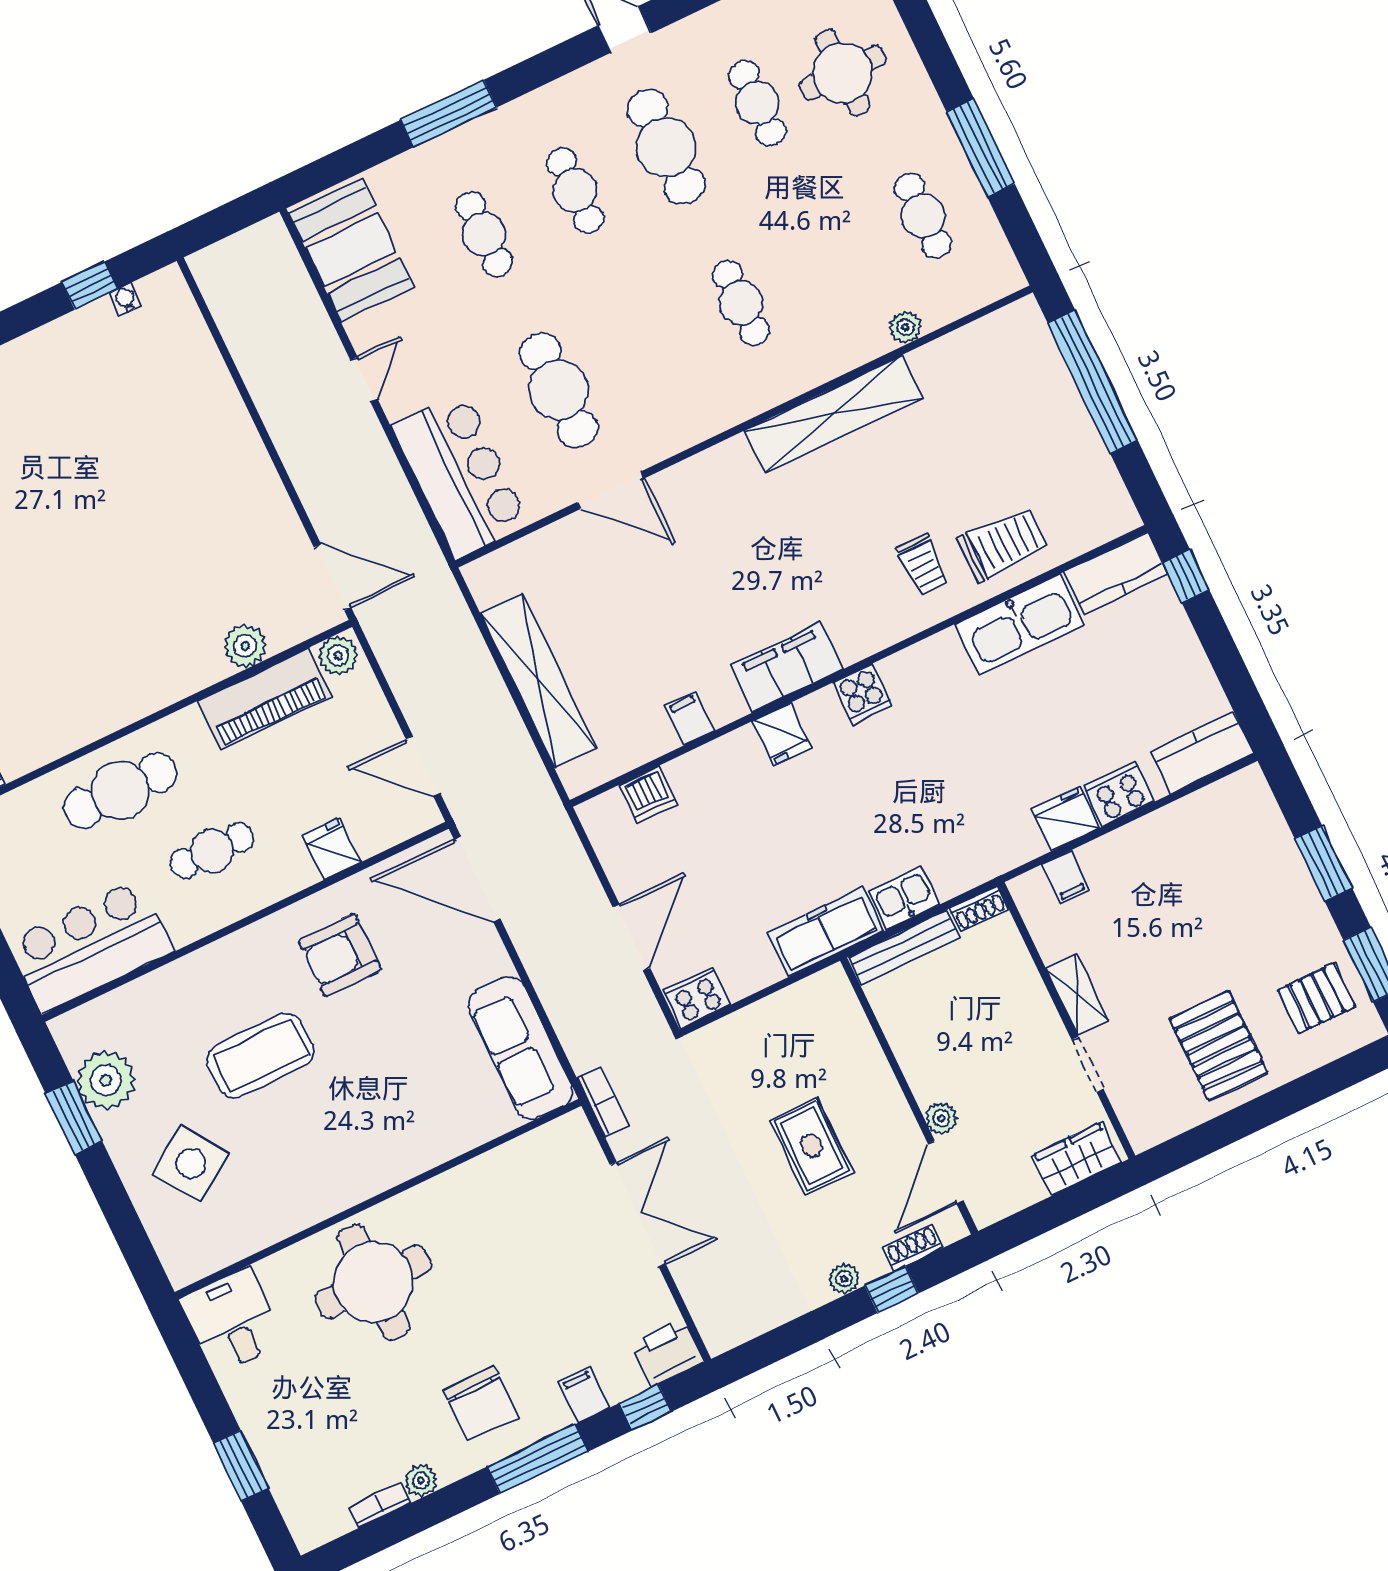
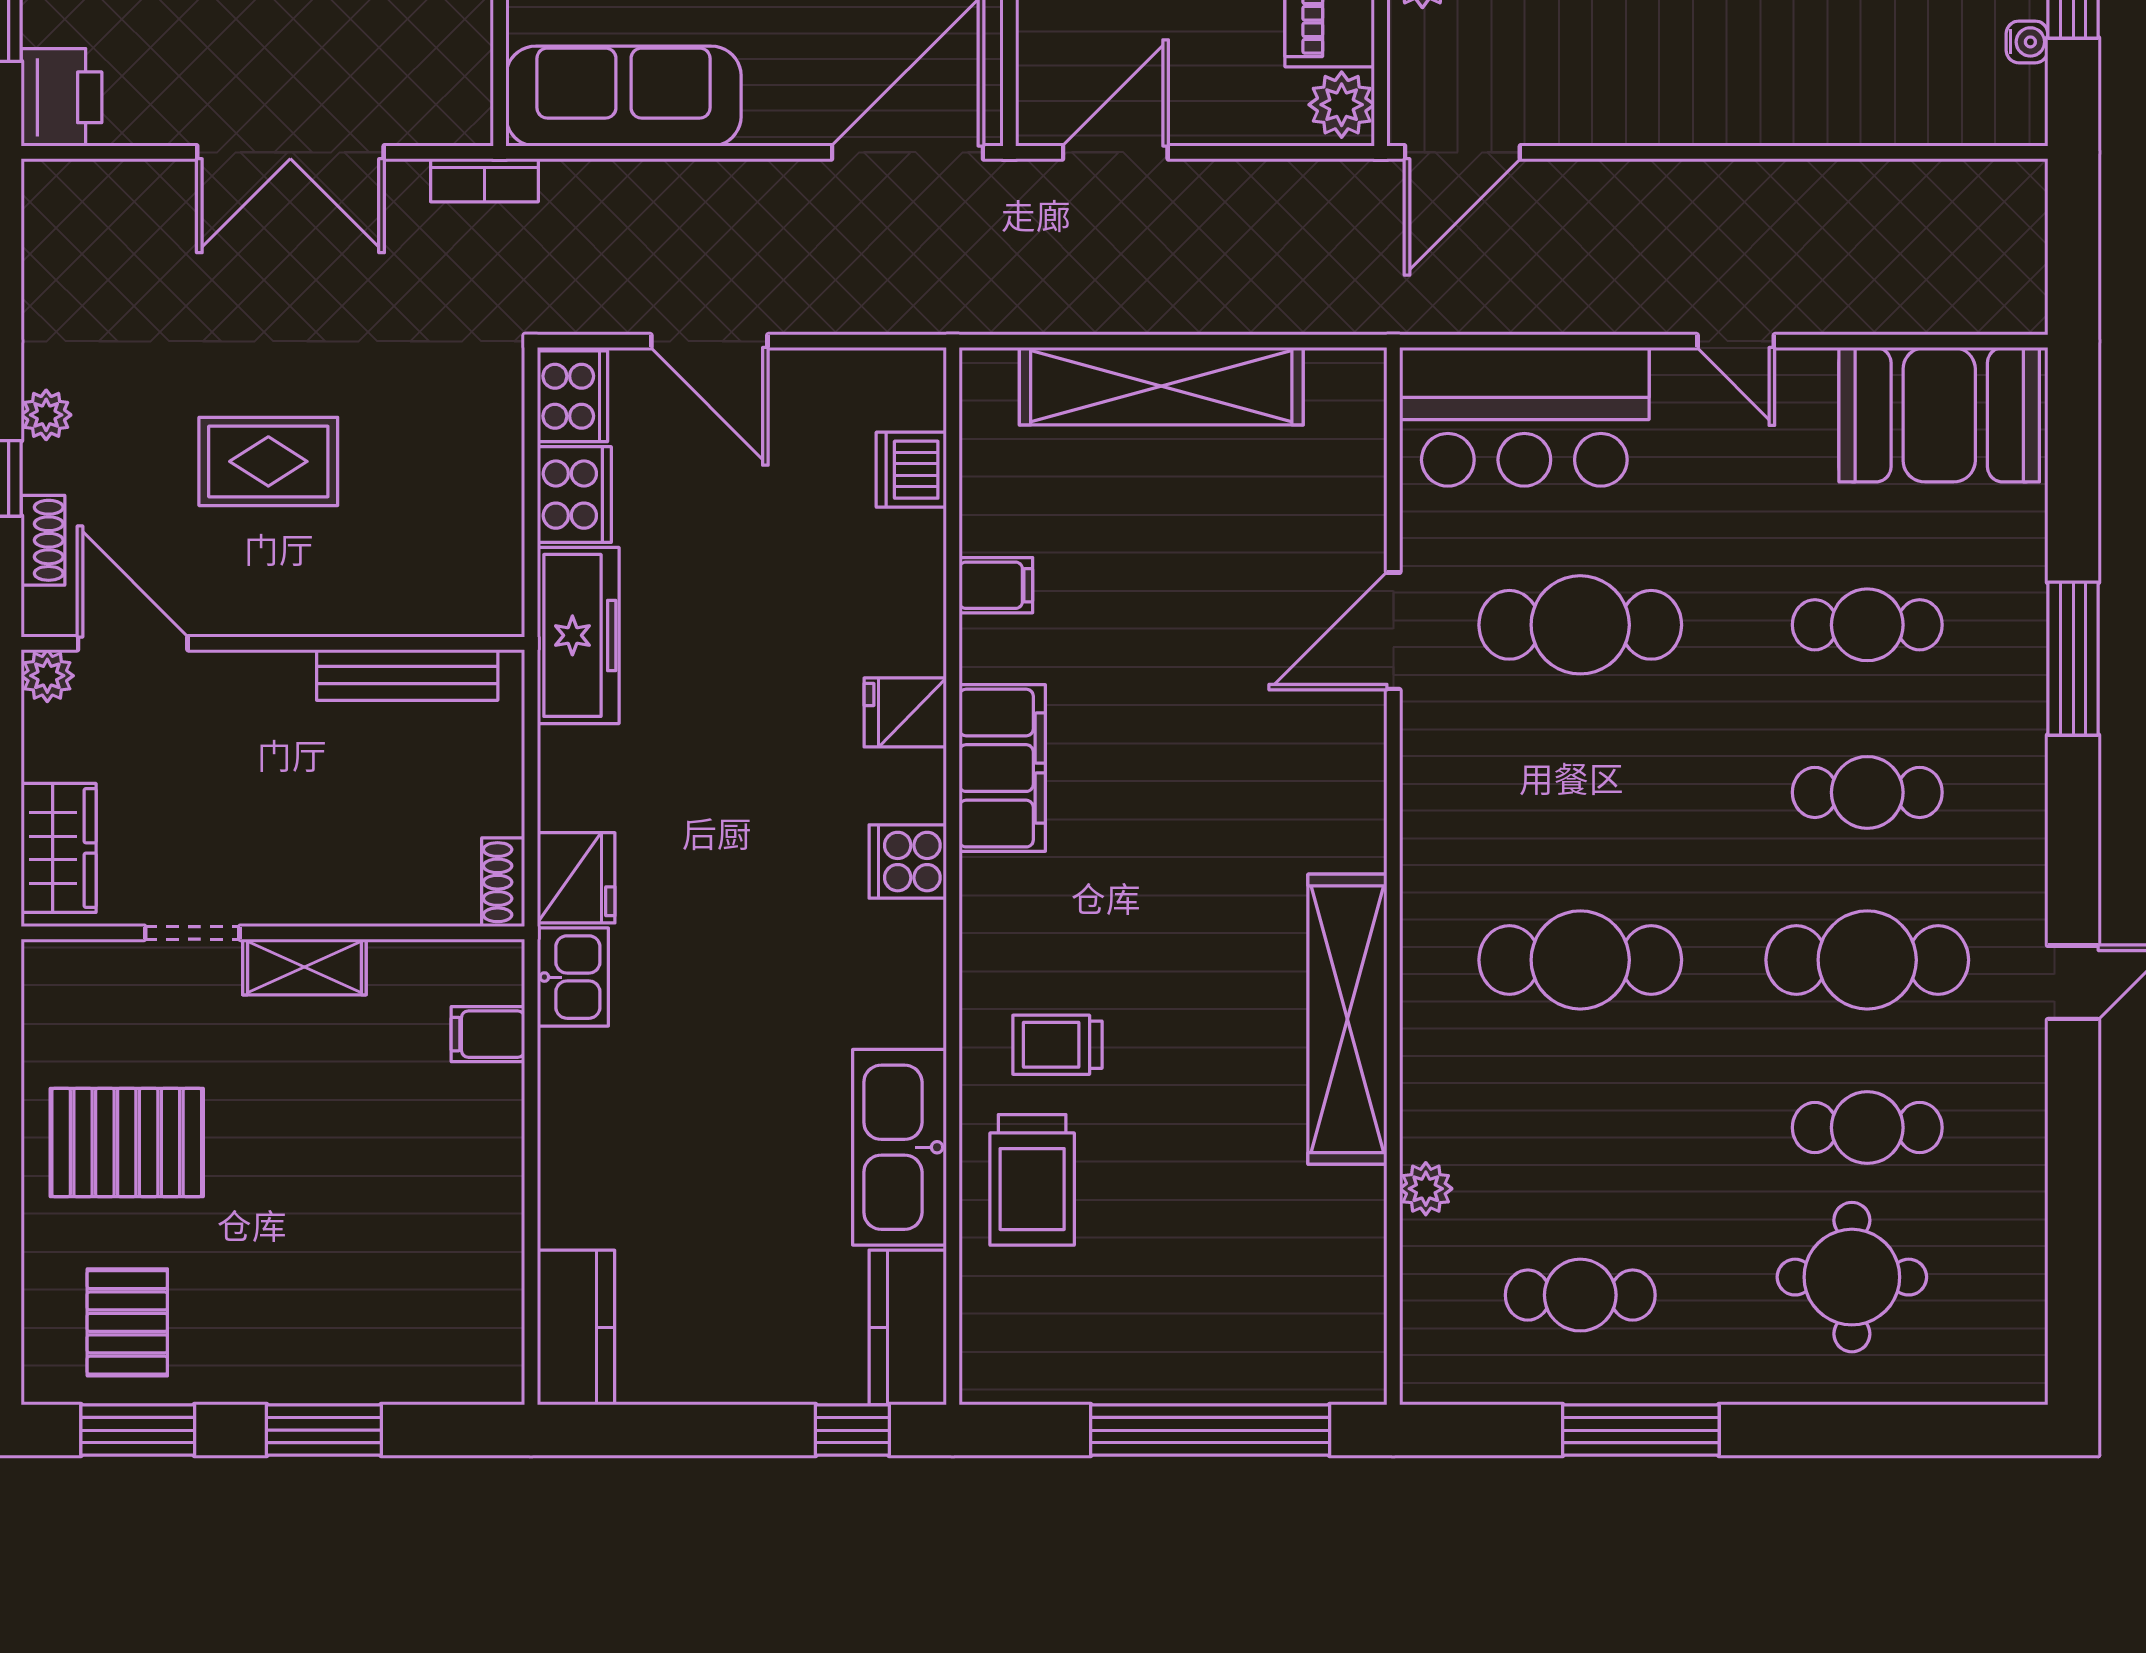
cafe table: (741, 303) -> (1580, 960), width x1.37, depth x1.35
cooker: (1119, 794) -> (574, 495), moved
fridge: (1065, 818) -> (576, 878), moved
kitchen sink: (904, 898) -> (573, 977), moved
bench: (904, 947) -> (407, 675), moved, turned 90
plant: (941, 1118) -> (47, 676), moved

